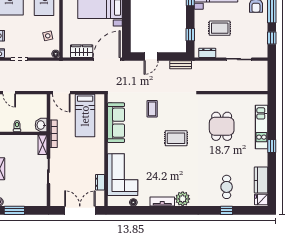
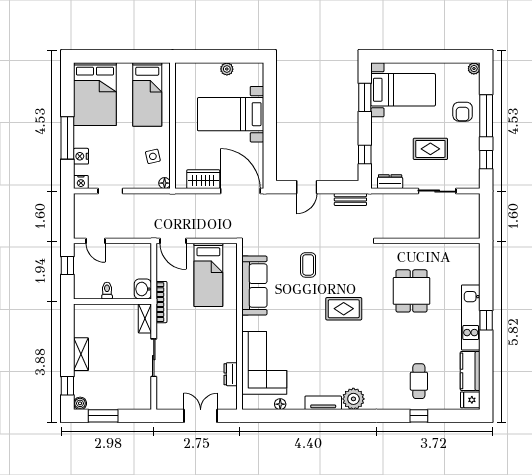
rug: (220, 28) -> (430, 149), moved
door: (107, 59) -> (240, 191), hinge flipped
kitchen unit: (261, 127) -> (471, 318), moved
double door: (80, 210) -> (201, 416), width x0.73

